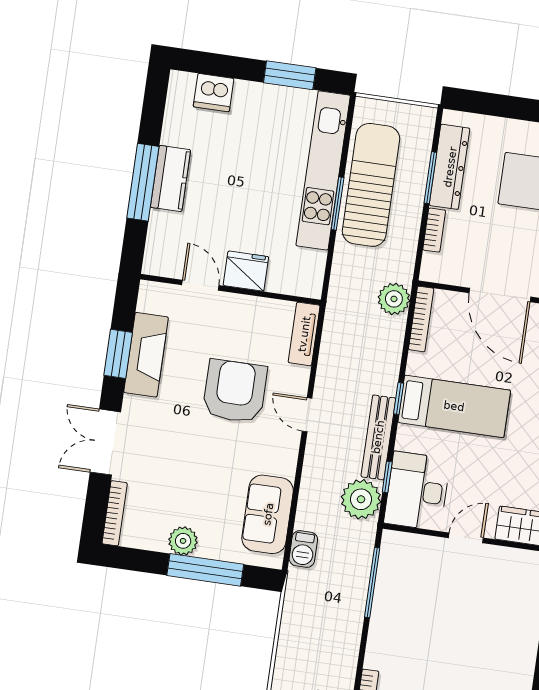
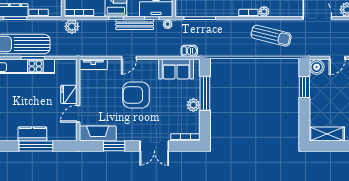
fireplace: (146, 355) -> (98, 134), moved
armchair: (235, 391) -> (136, 95), moved
plant: (361, 499) -> (168, 24), width x0.53, depth x0.53

